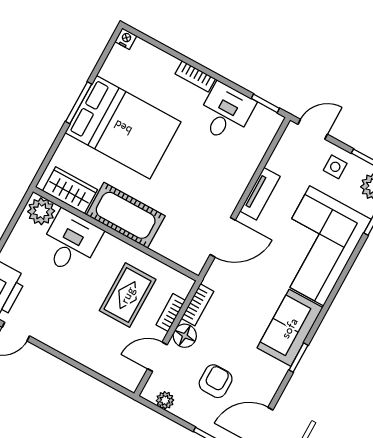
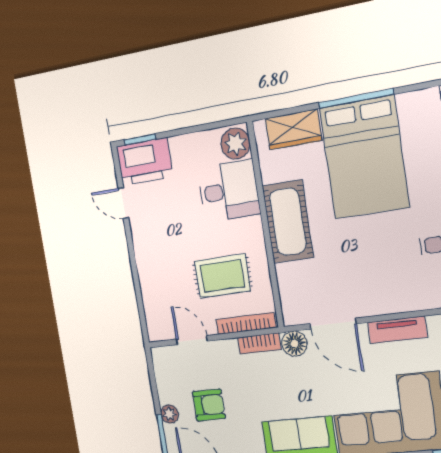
window: (79, 103) -> (356, 98), width x1.44
wardrobe: (70, 190) -> (293, 129), moved, turned 90
bookcase: (171, 313) -> (246, 323), width x1.56
floor lamp: (185, 336) -> (295, 344), moved
plant: (165, 400) -> (170, 414), moved

